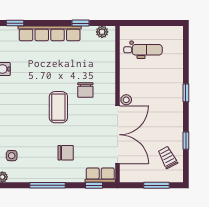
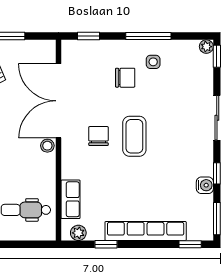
chair: (85, 90) -> (98, 136), moved
chair: (66, 153) -> (125, 78), turned 180
side table: (12, 156) -> (153, 62), moved
row of seats: (100, 175) -> (71, 199), moved, turned -90

